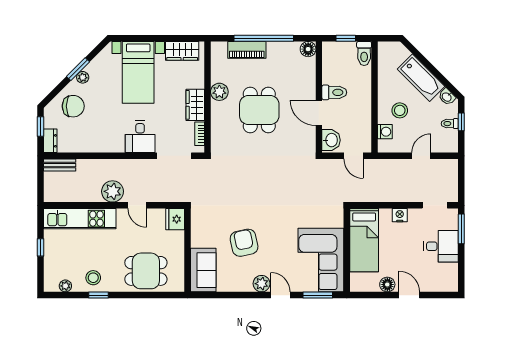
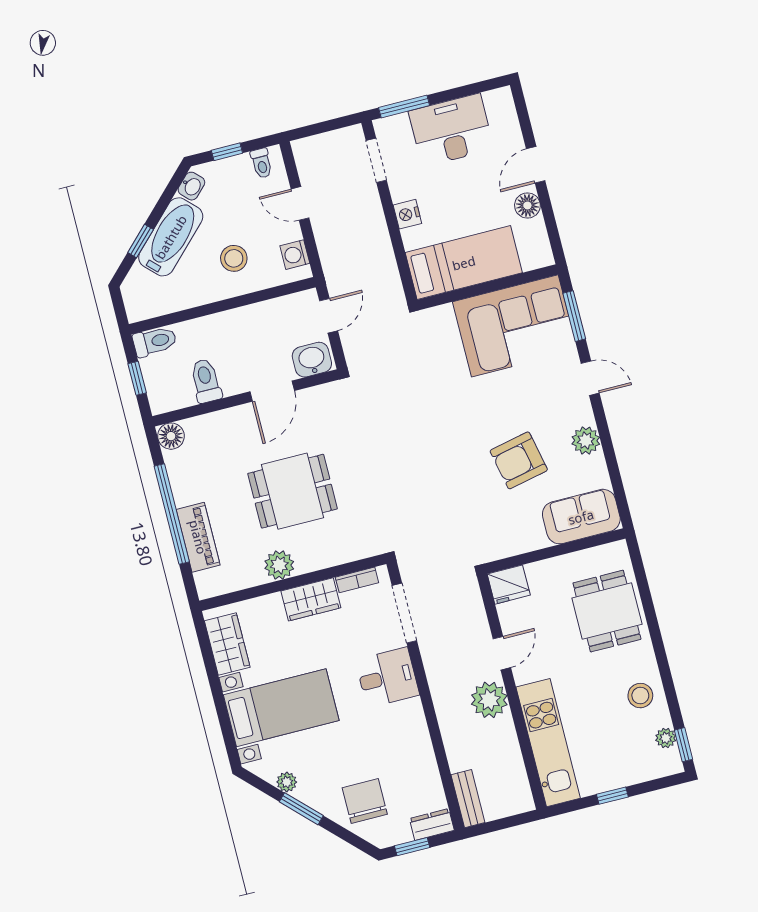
window: (423, 60) -> (141, 241), added
plant: (83, 77) -> (287, 782), moved
toilet: (334, 92) -> (206, 381), moved
toilet: (450, 124) -> (261, 163), moved
washing machine: (385, 132) -> (295, 255), moved, turned -90
desk: (441, 246) -> (451, 130), width x1.37
plant: (262, 284) -> (586, 441), moved
window: (99, 295) -> (683, 745), moved
door: (280, 295) -> (590, 378), swing flipped

